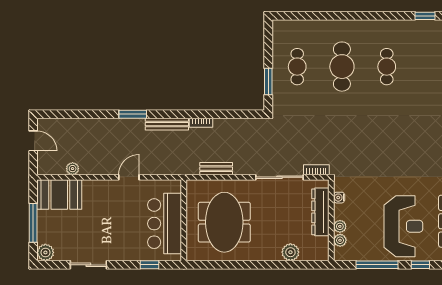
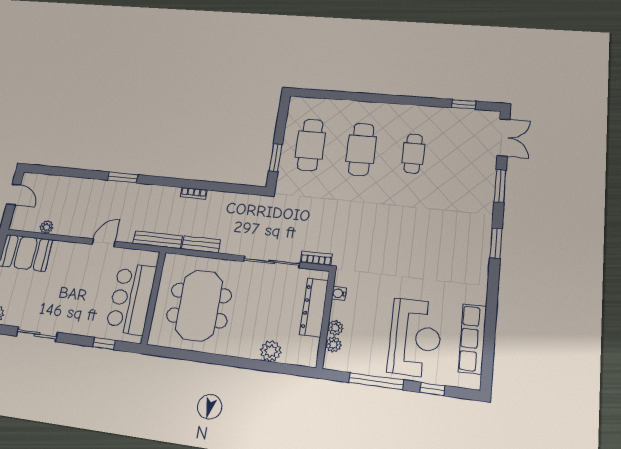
cafe table: (297, 67) -> (310, 145), width x1.37, depth x1.35
bench: (167, 124) -> (158, 240), moved

